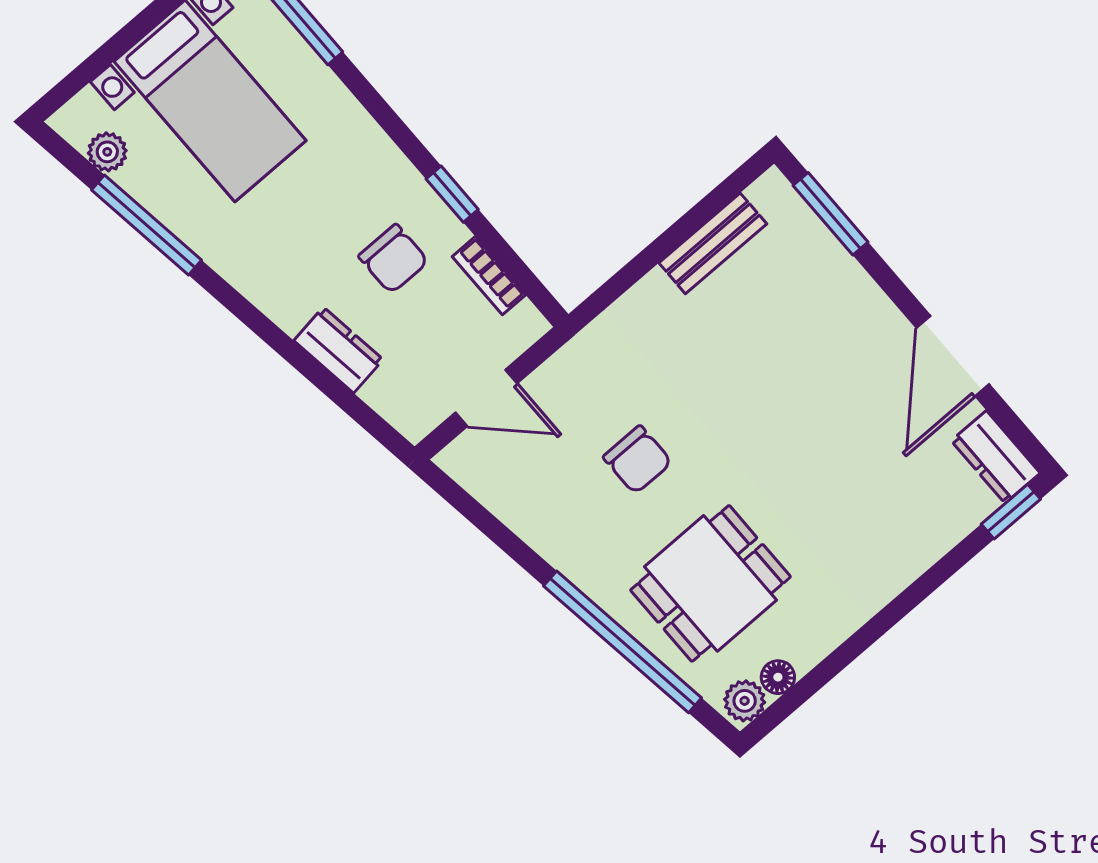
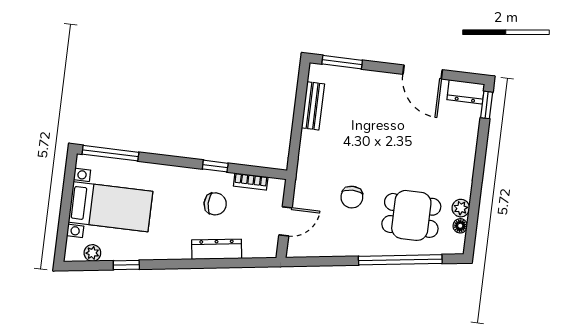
window: (146, 225) -> (126, 265), width x0.46
dresser: (338, 350) -> (217, 249), width x1.44
chair: (637, 460) -> (352, 197), turned 90
dining table: (710, 583) -> (411, 215), turned 90
plant: (745, 701) -> (461, 208), moved

